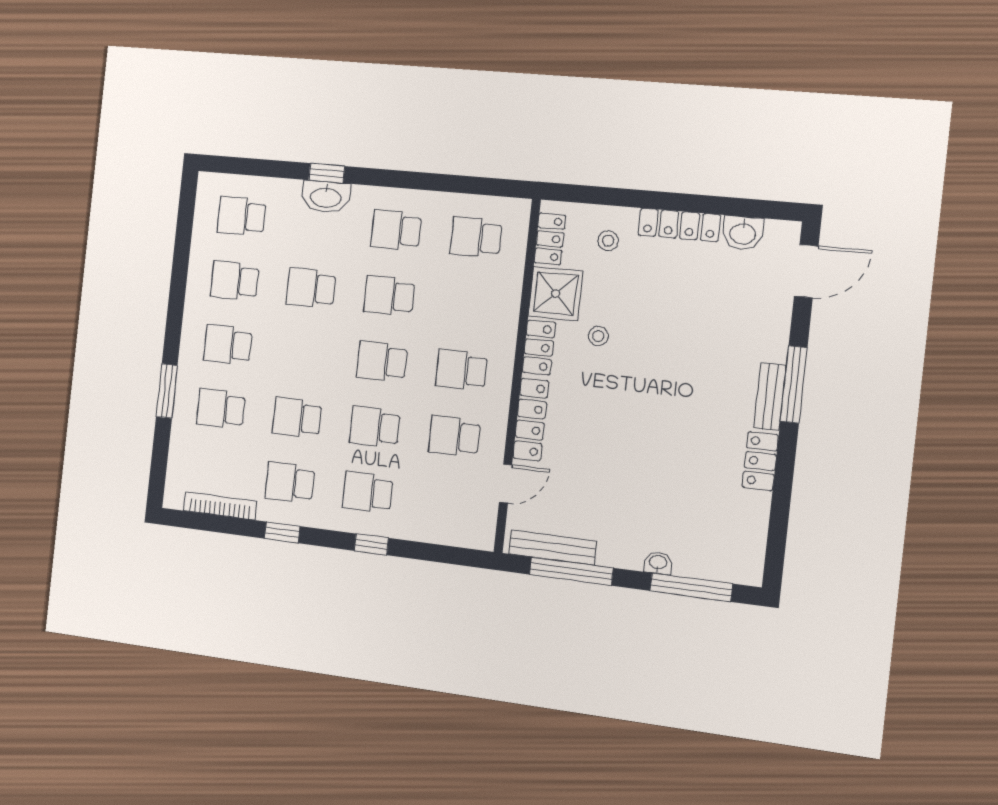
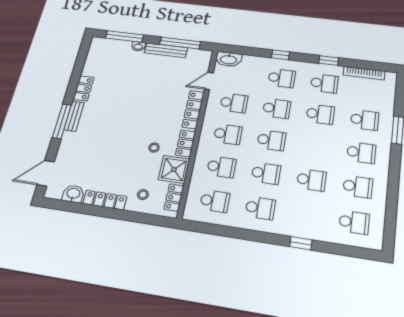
washbasin: (326, 197) -> (228, 59), moved, turned 180
school desk: (469, 304) -> (221, 167), added
bench: (553, 548) -> (166, 50), moved

